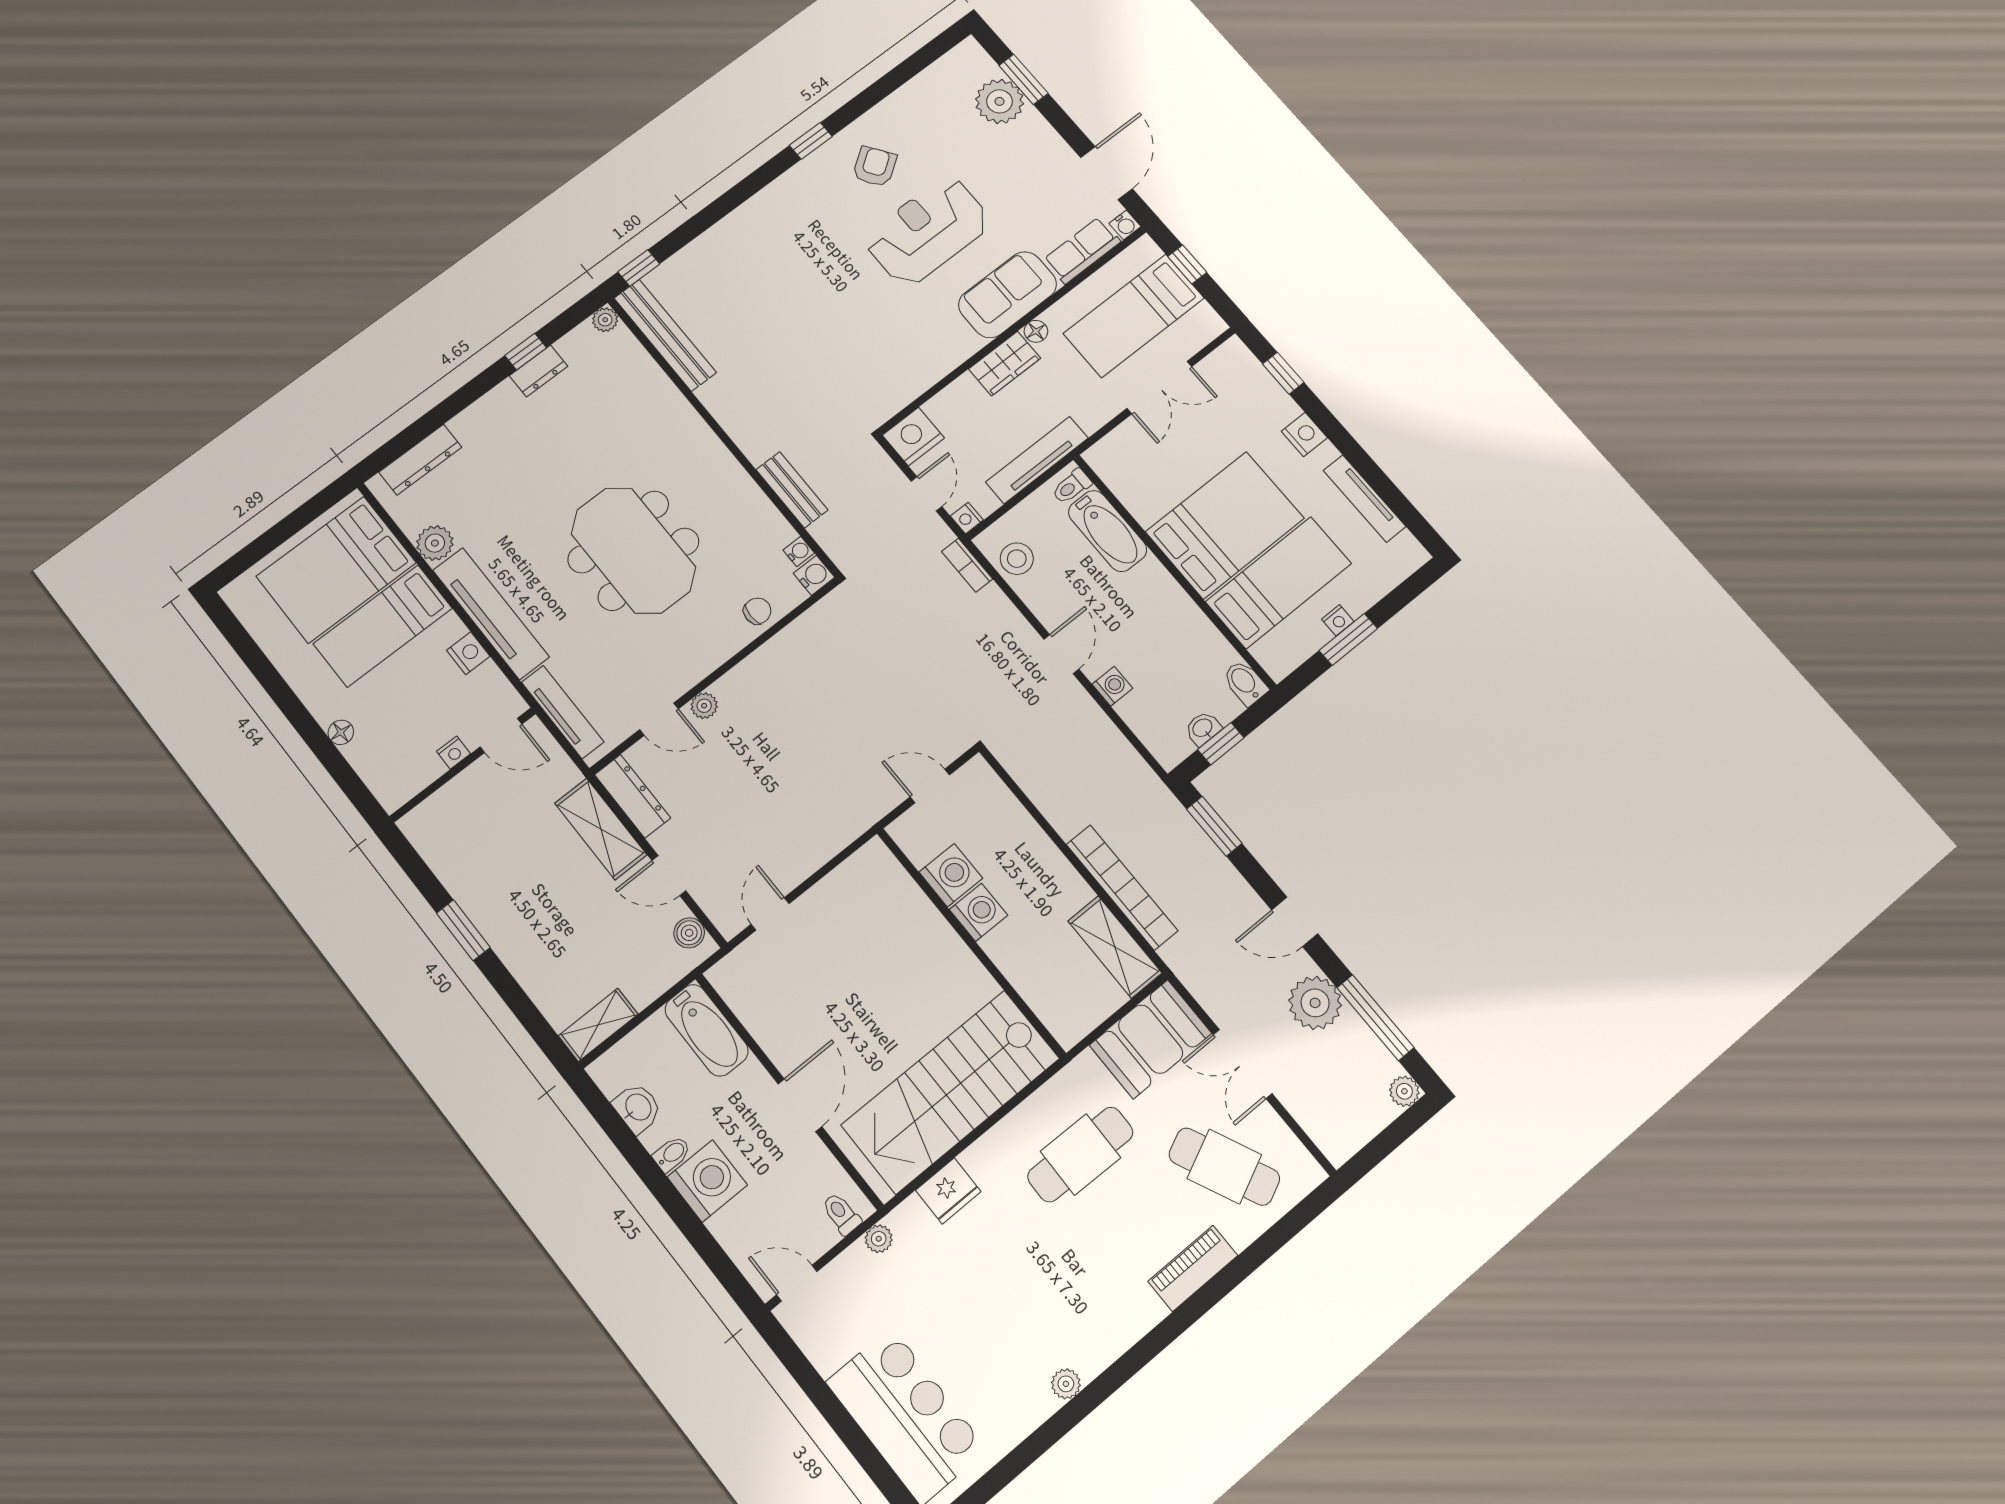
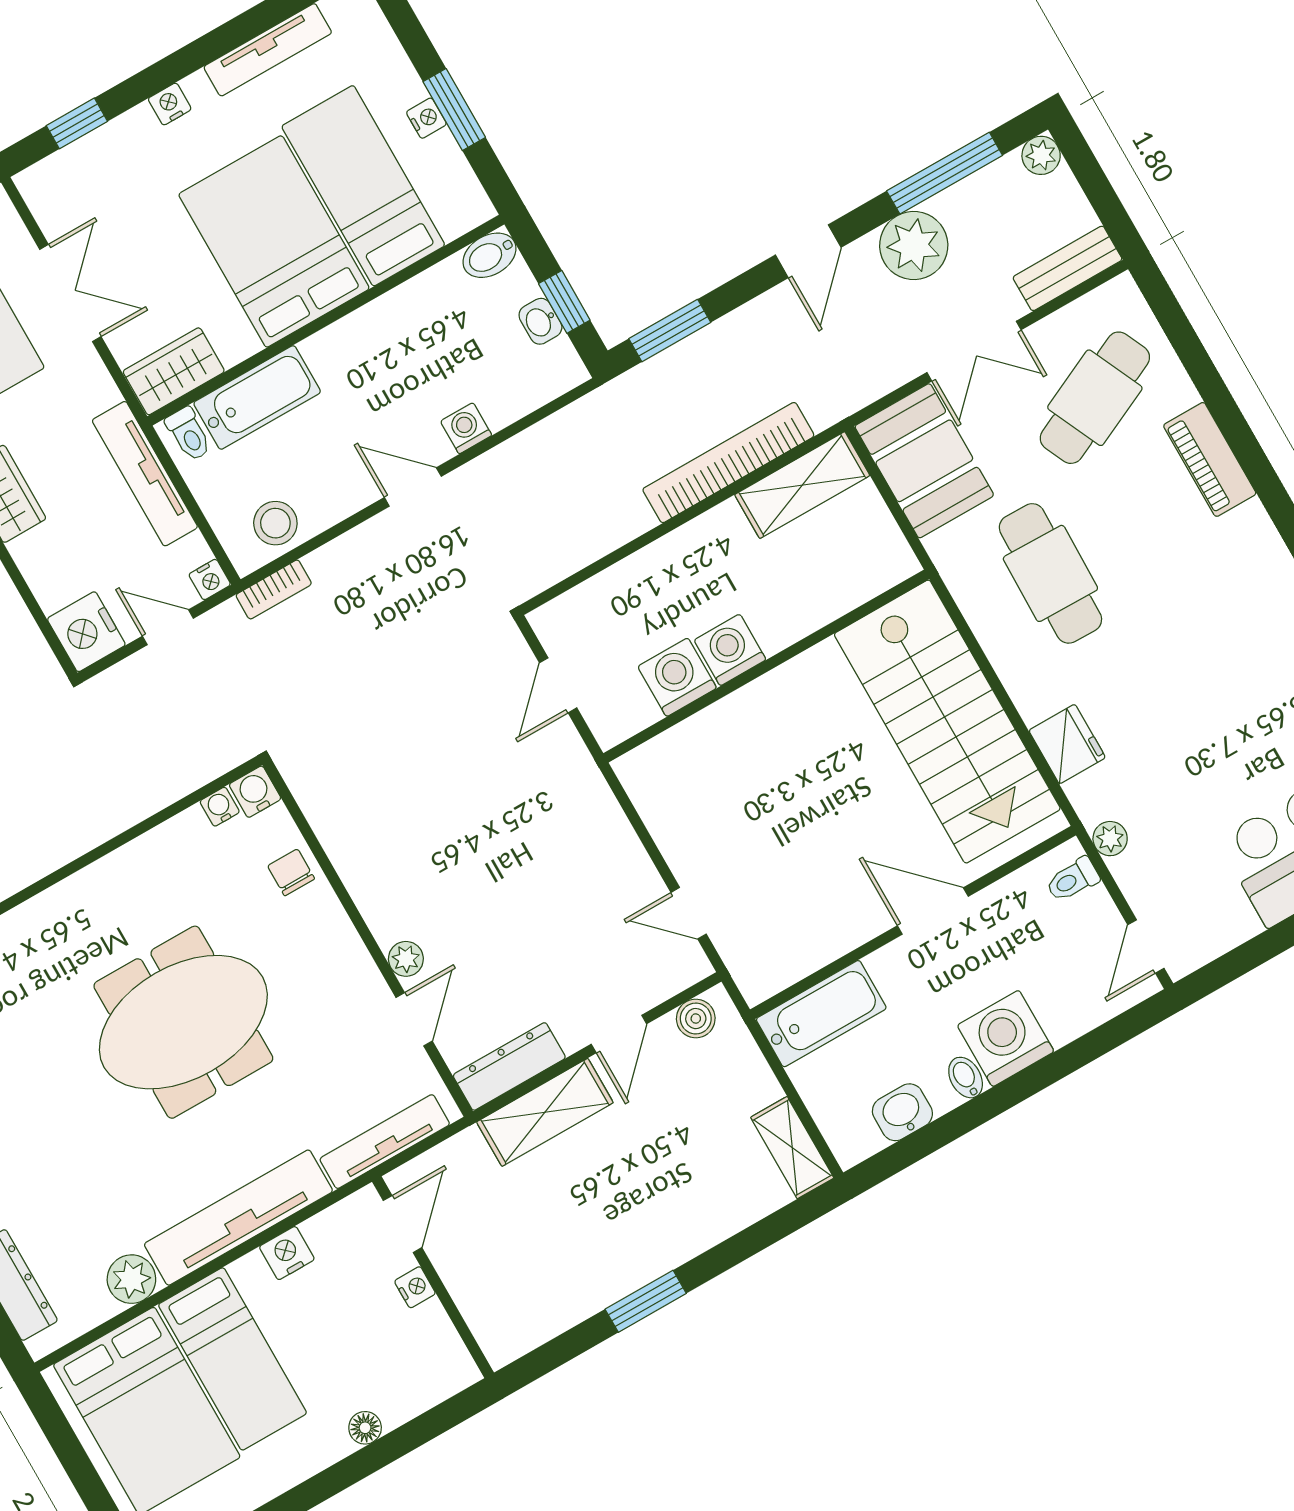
nightstand: (1304, 434) -> (170, 104), width x0.72, depth x0.74
wardrobe: (1116, 469) -> (174, 371), added
bench: (792, 490) -> (1067, 268), moved

